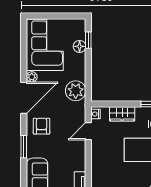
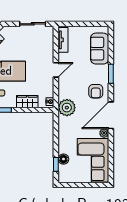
plant: (76, 91) -> (67, 108), moved
door: (88, 131) -> (56, 70), moved

